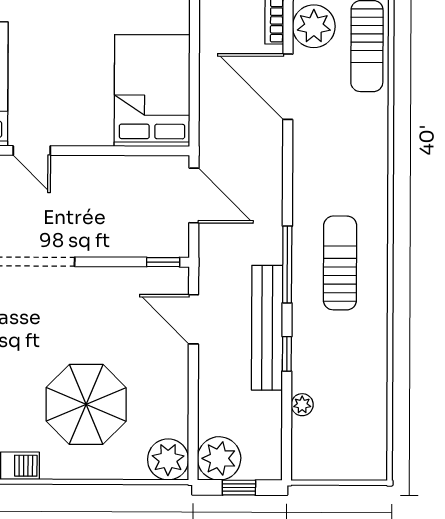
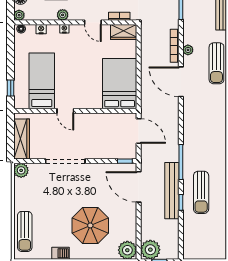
plant: (314, 26) -> (188, 50), width x0.53, depth x0.53
sun lounger: (340, 263) -> (201, 192), moved, turned 180
door: (193, 319) -> (139, 187), width x1.36
plant: (302, 405) -> (188, 225), removed

